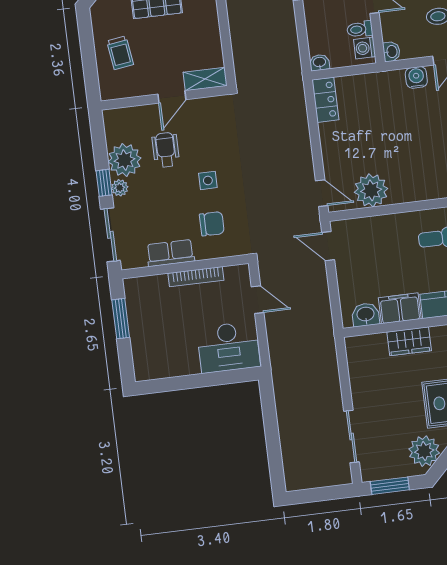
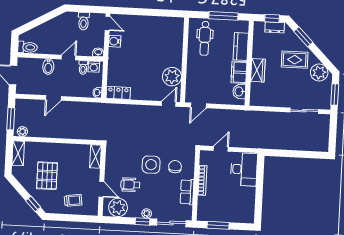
door: (172, 97) -> (101, 189), moved
plant: (125, 160) -> (118, 207), moved
side table: (208, 180) -> (151, 165), width x1.87, depth x1.87

